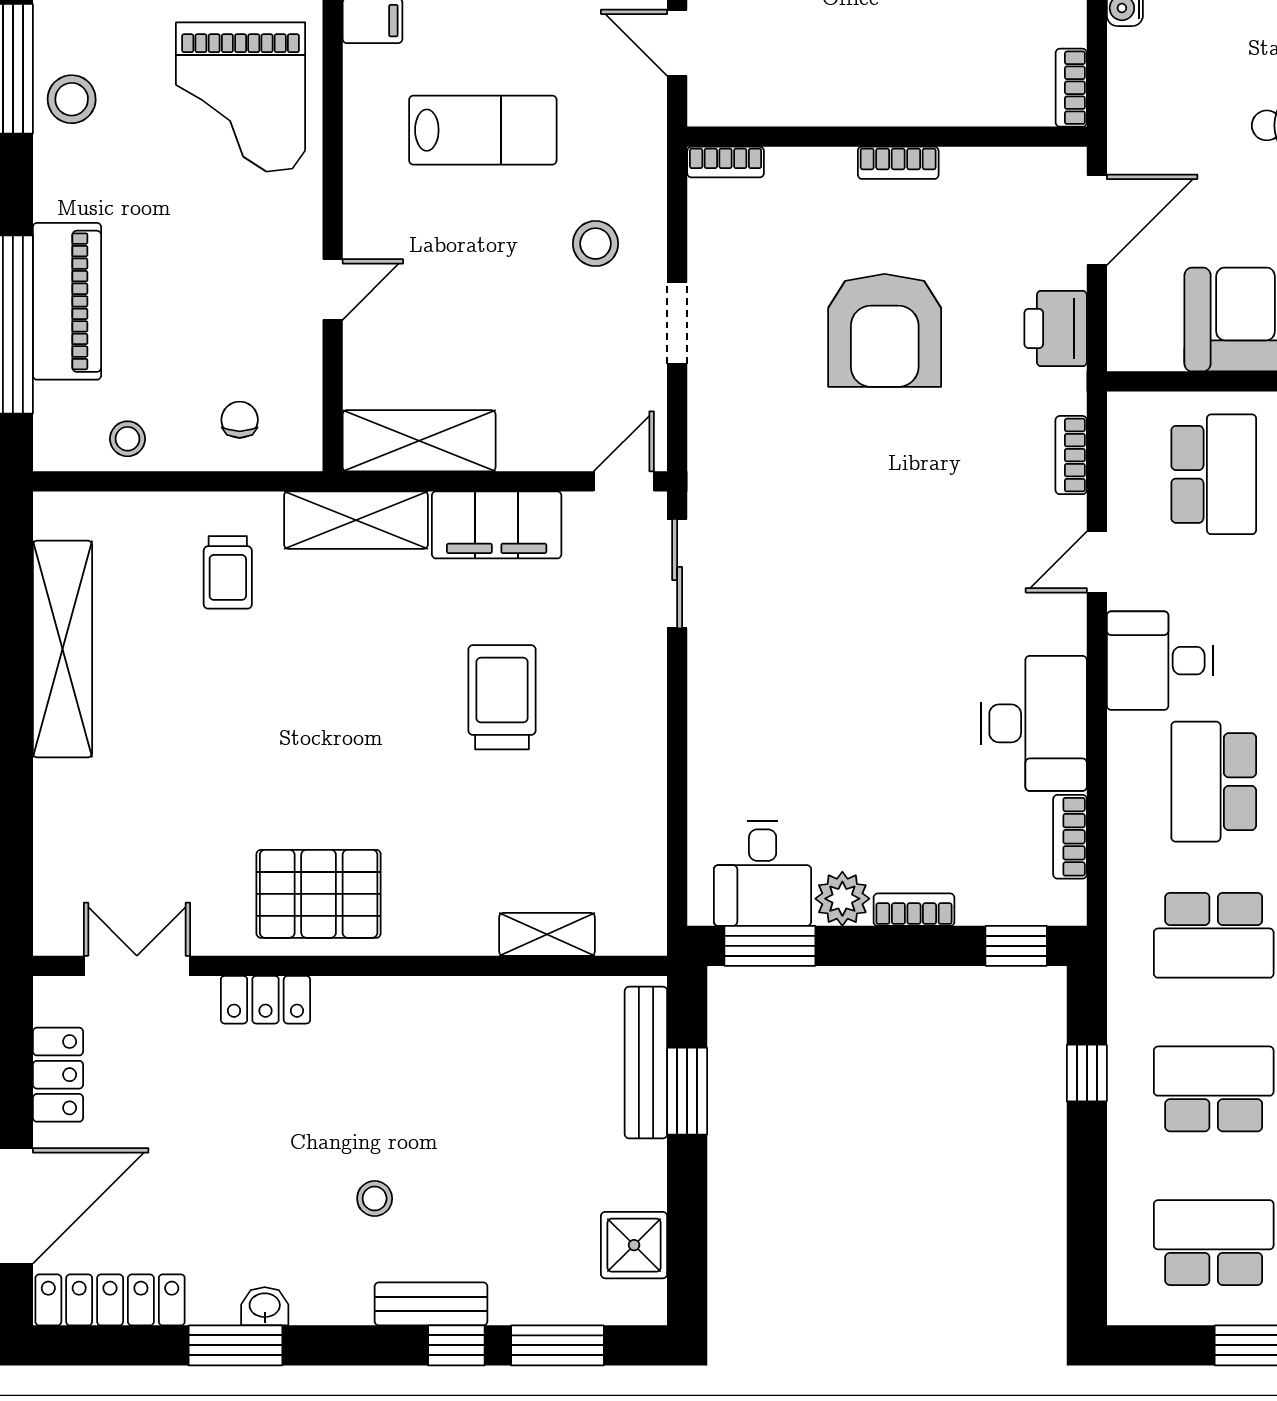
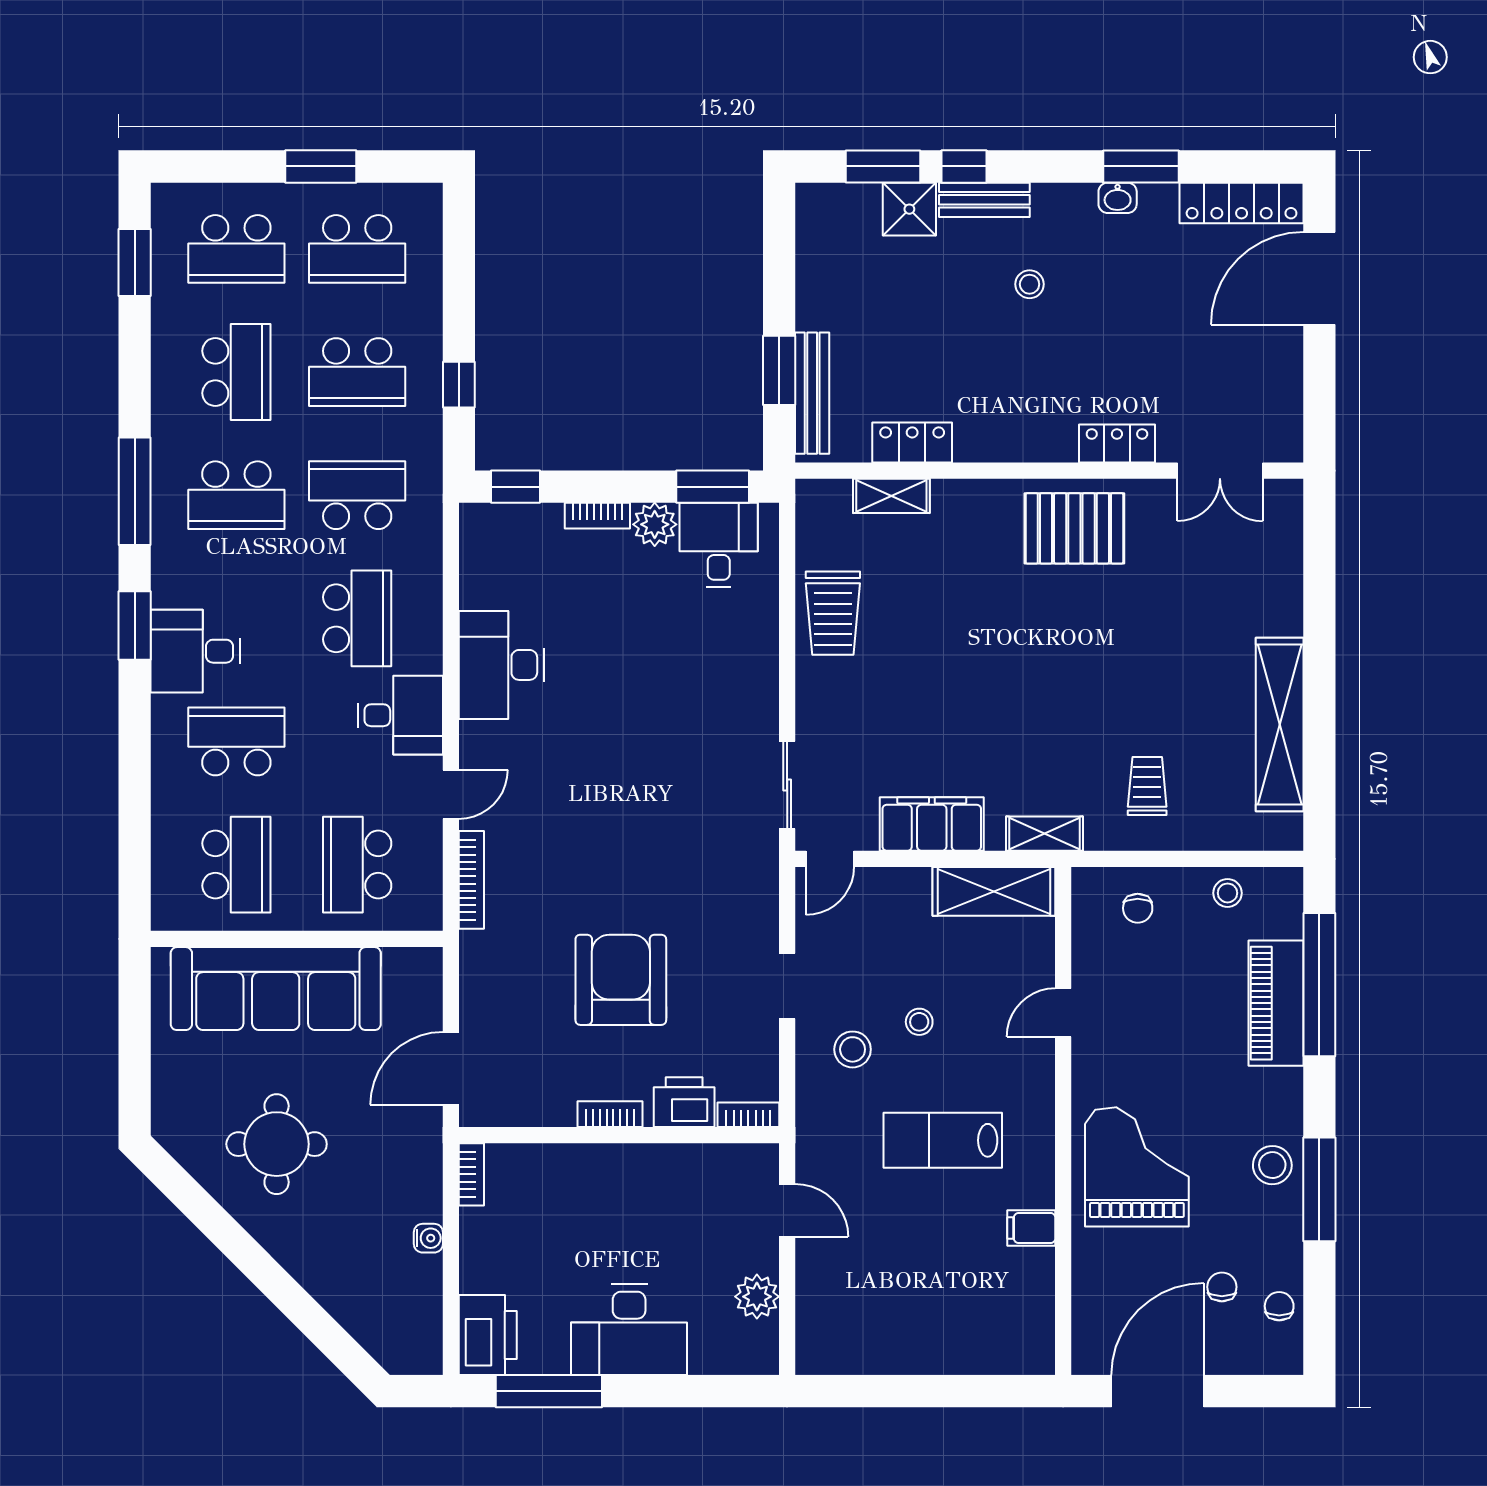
stool: (512, 278) -> (919, 1022), added
printer: (1056, 328) -> (684, 1102), moved, turned -90
bookcase: (1071, 455) -> (471, 880), width x1.56
shelving: (356, 520) -> (1044, 834), width x0.67, depth x0.75
trolley: (502, 697) -> (833, 613), moved
bookcase: (1070, 837) -> (472, 574), removed
locker: (58, 1075) -> (912, 443), moved, turned 90
shower: (634, 1245) -> (909, 209), moved

